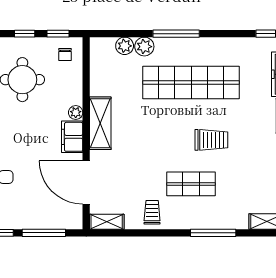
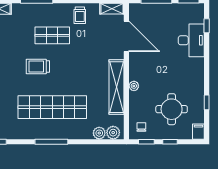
window: (176, 34) -> (51, 142), moved
plant: (144, 47) -> (113, 133), moved
shelving: (100, 123) -> (117, 87), width x1.47
filing cabinet: (72, 137) -> (136, 69), removed

